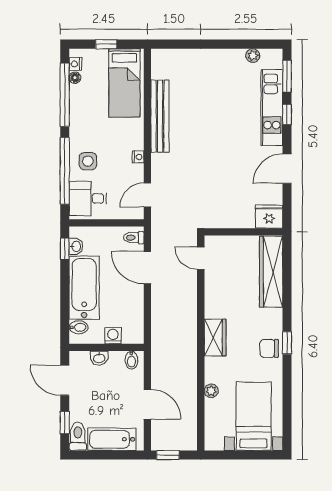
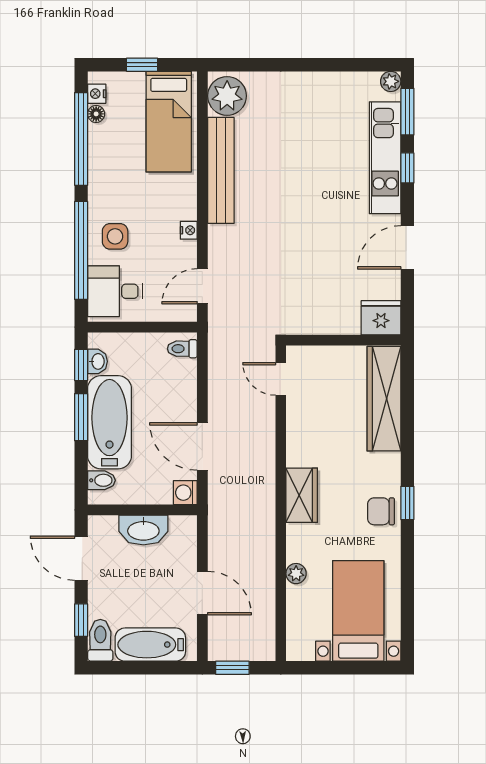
plant: (253, 56) -> (391, 81), moved
plant: (164, 65) -> (227, 96), added
door: (147, 268) -> (202, 446), moved
window: (65, 284) -> (81, 417), added
washing machine: (113, 336) -> (185, 493), moved, turned -90
washbasin: (99, 358) -> (143, 530), width x1.91, depth x1.45
bidet: (131, 360) -> (179, 528), removed

